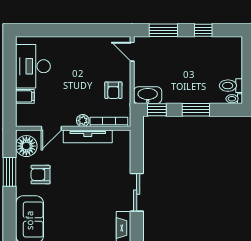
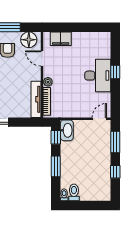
window: (70, 30) -> (115, 72), added
desk: (33, 66) -> (98, 76), moved, turned 90
armchair: (113, 90) -> (70, 105), removed
filing cabinet: (25, 96) -> (61, 39), width x2.00
tv unit: (88, 136) -> (36, 99), moved

